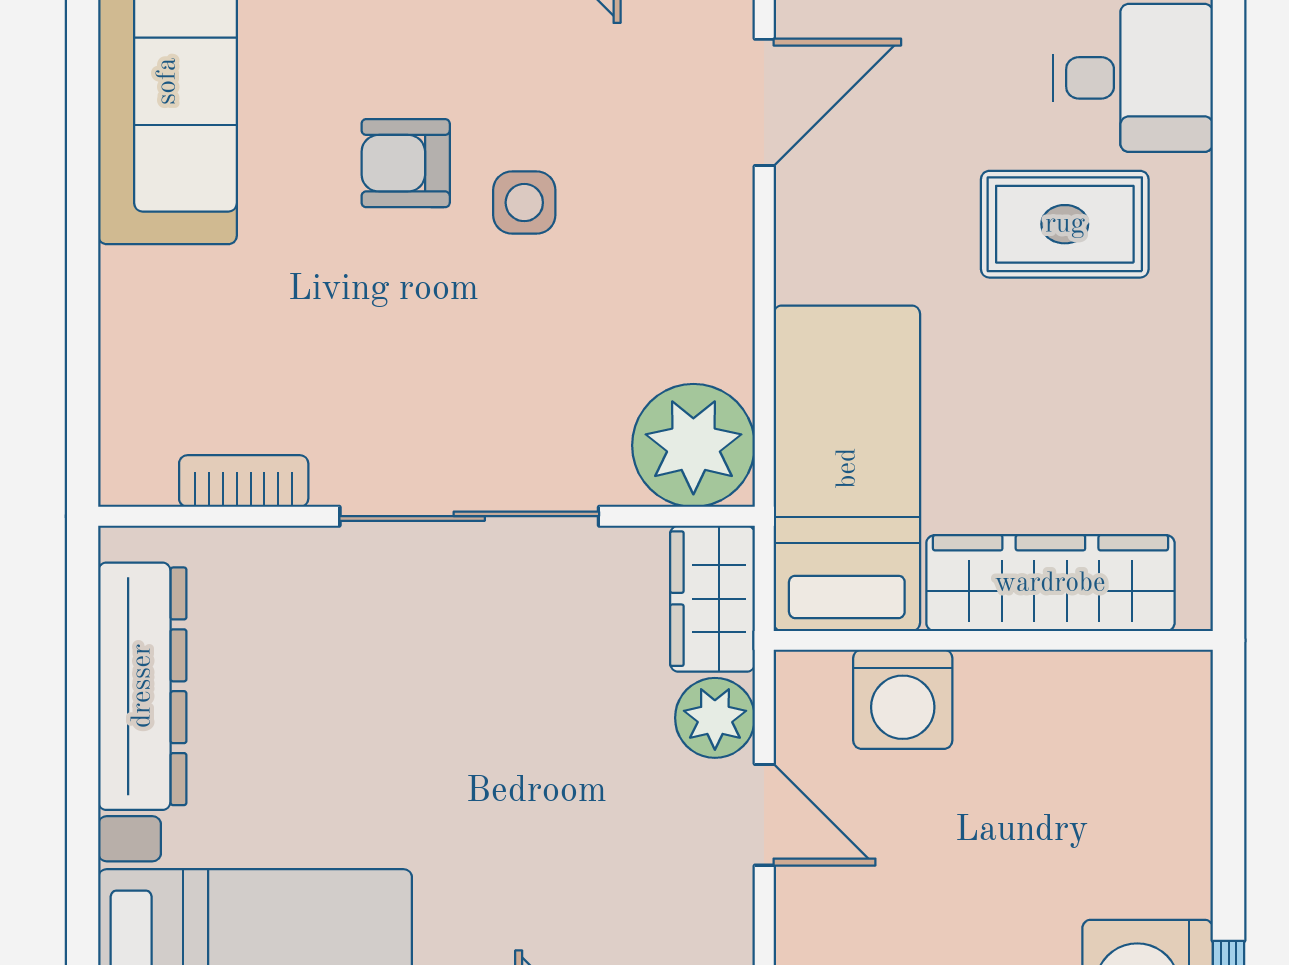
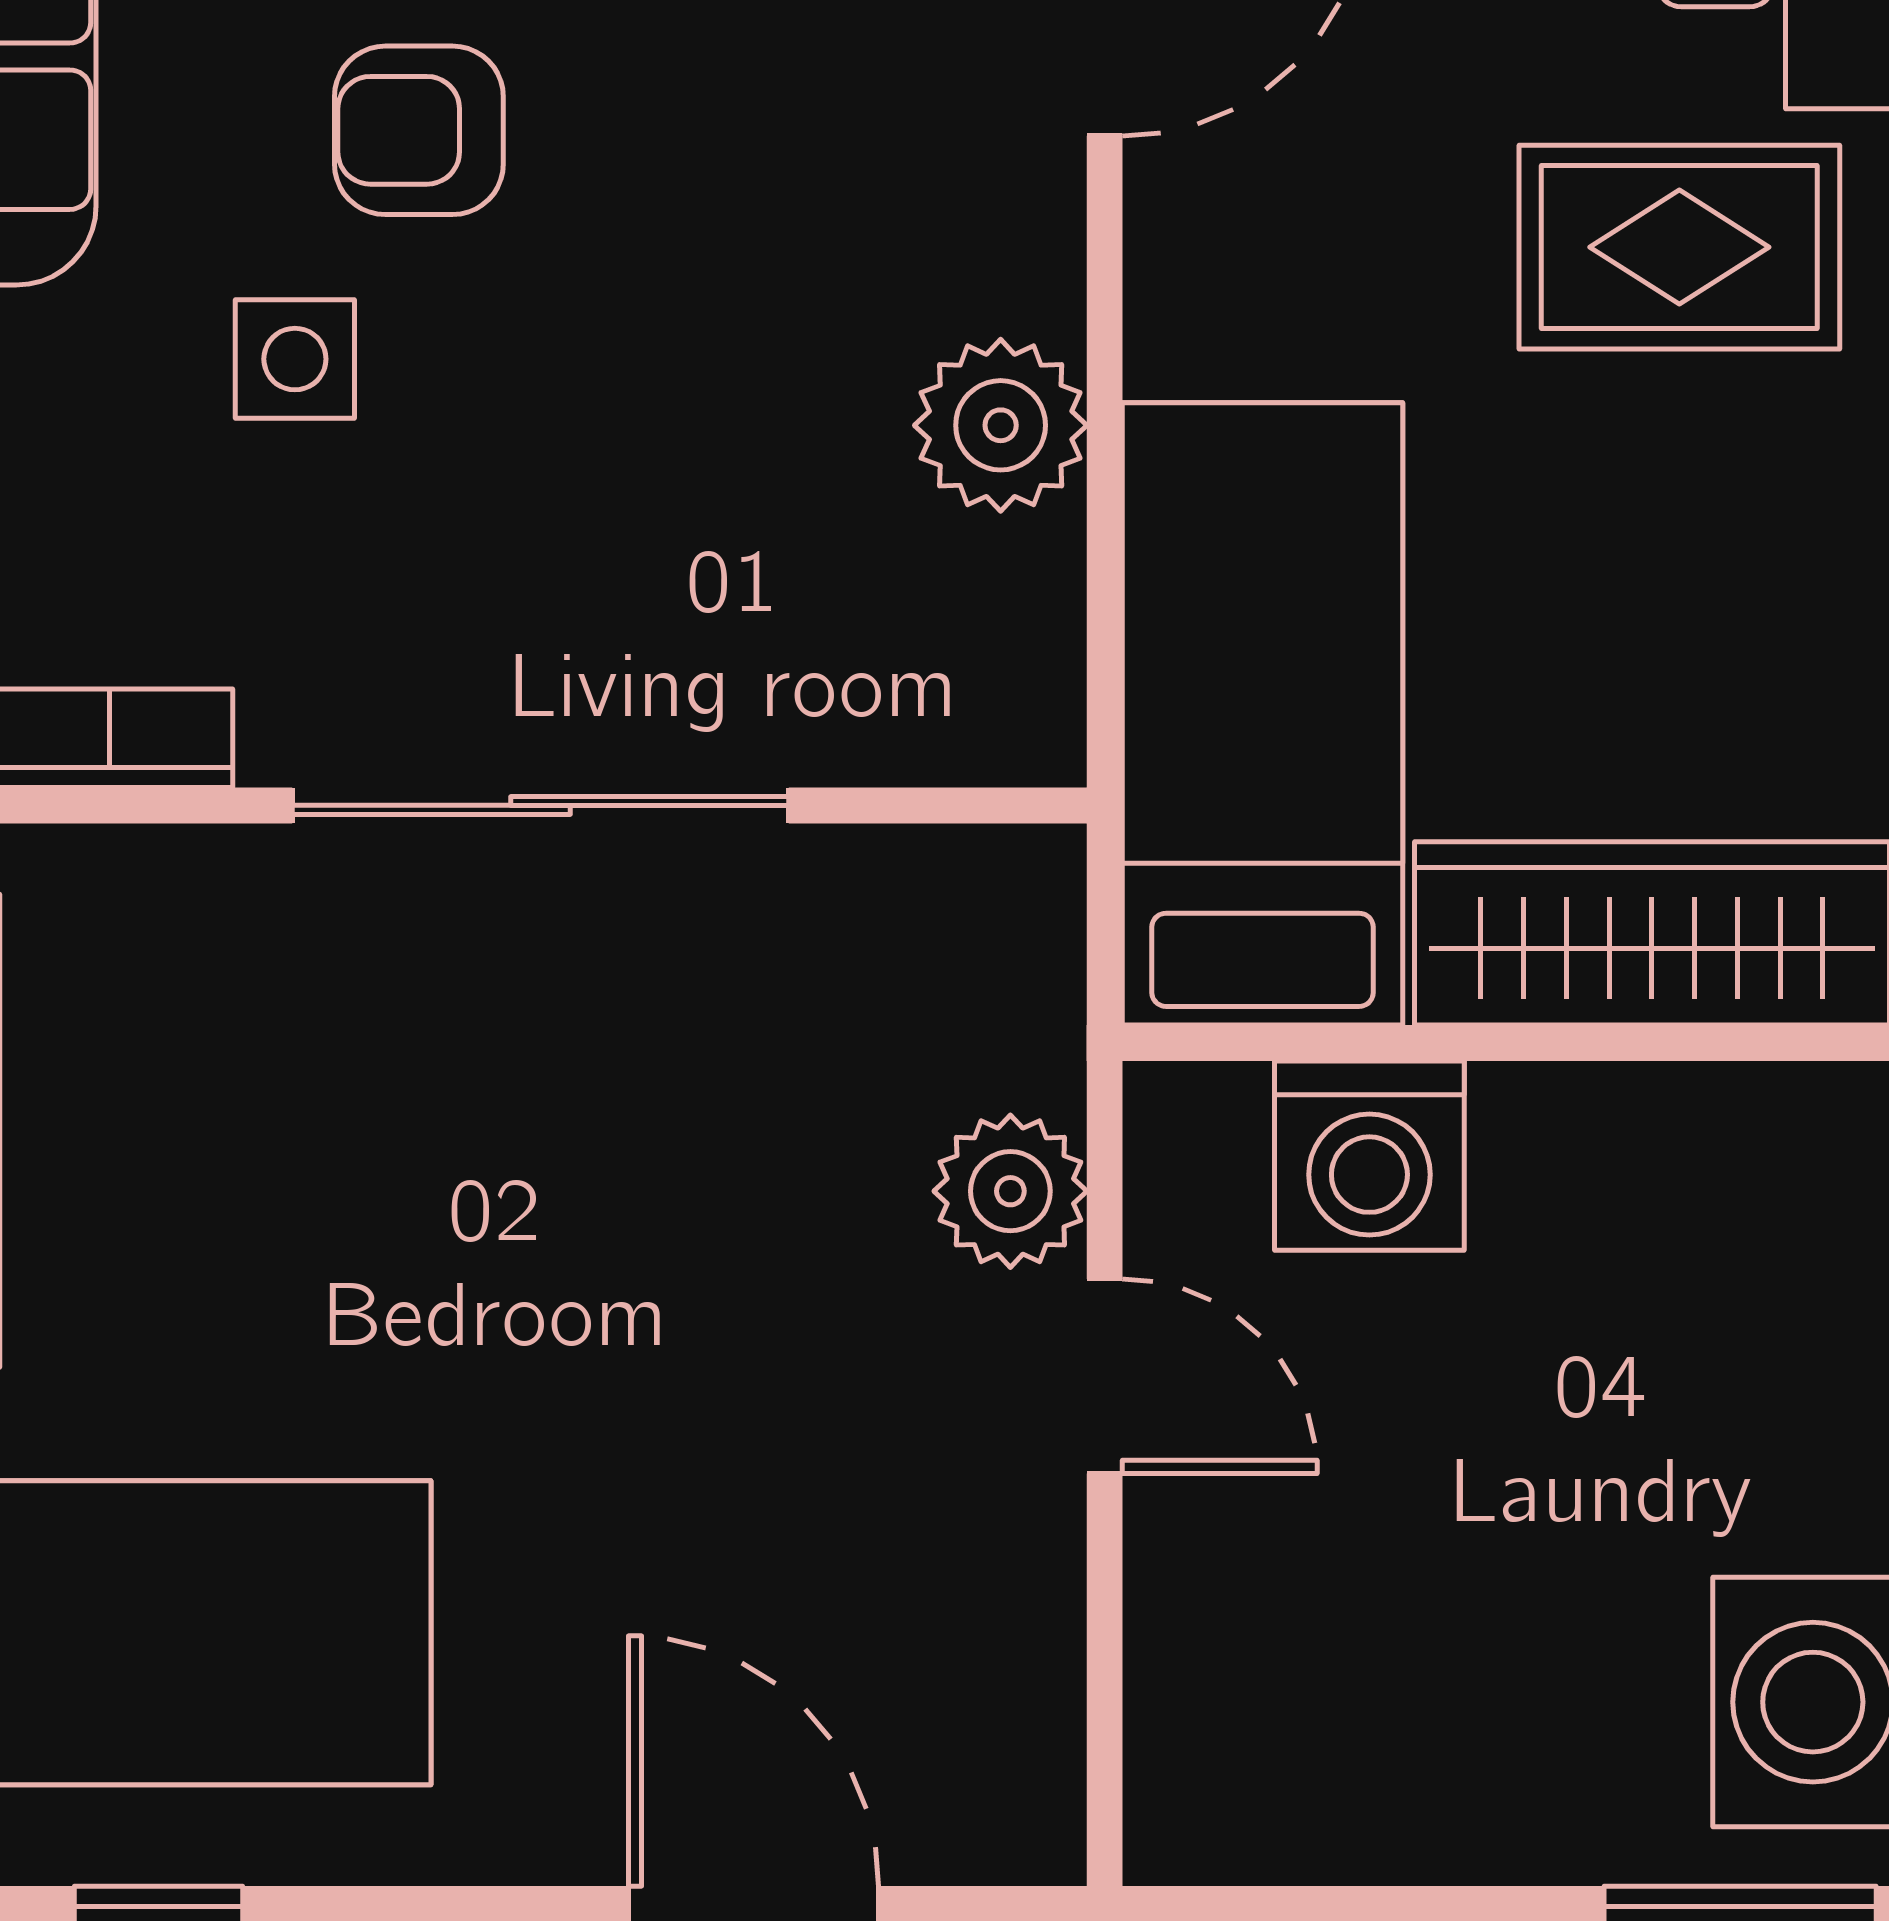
side table: (524, 203) -> (295, 359), moved
plant: (693, 445) -> (1001, 425), moved, width x0.73, depth x0.73
wardrobe: (713, 599) -> (1006, 963), removed

